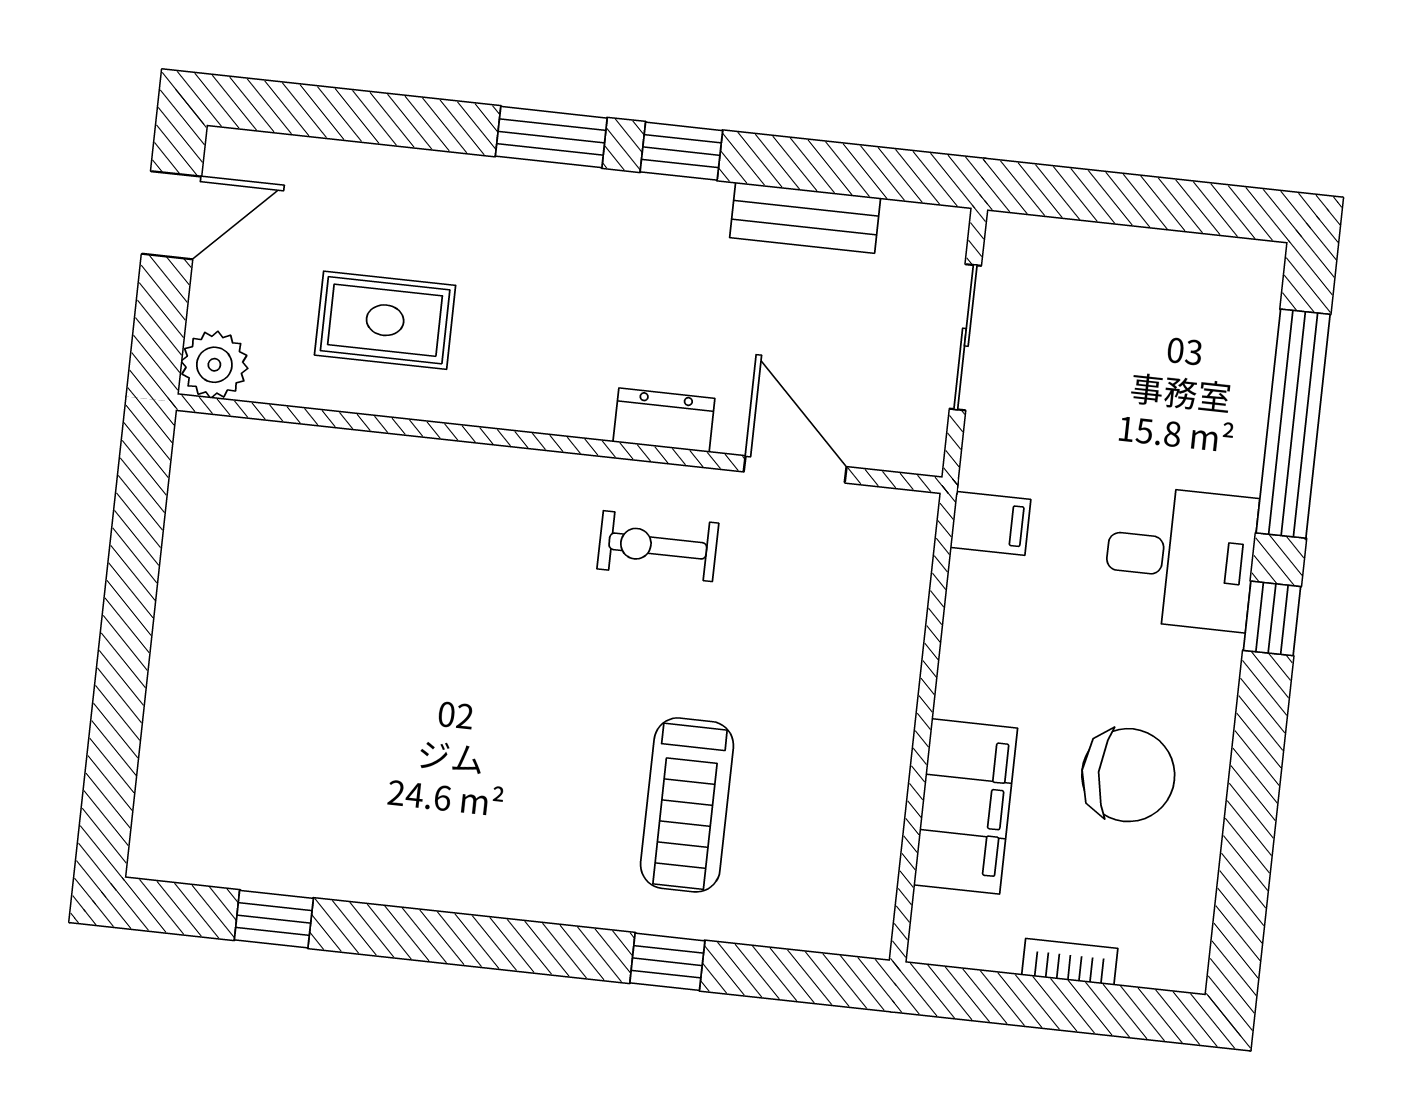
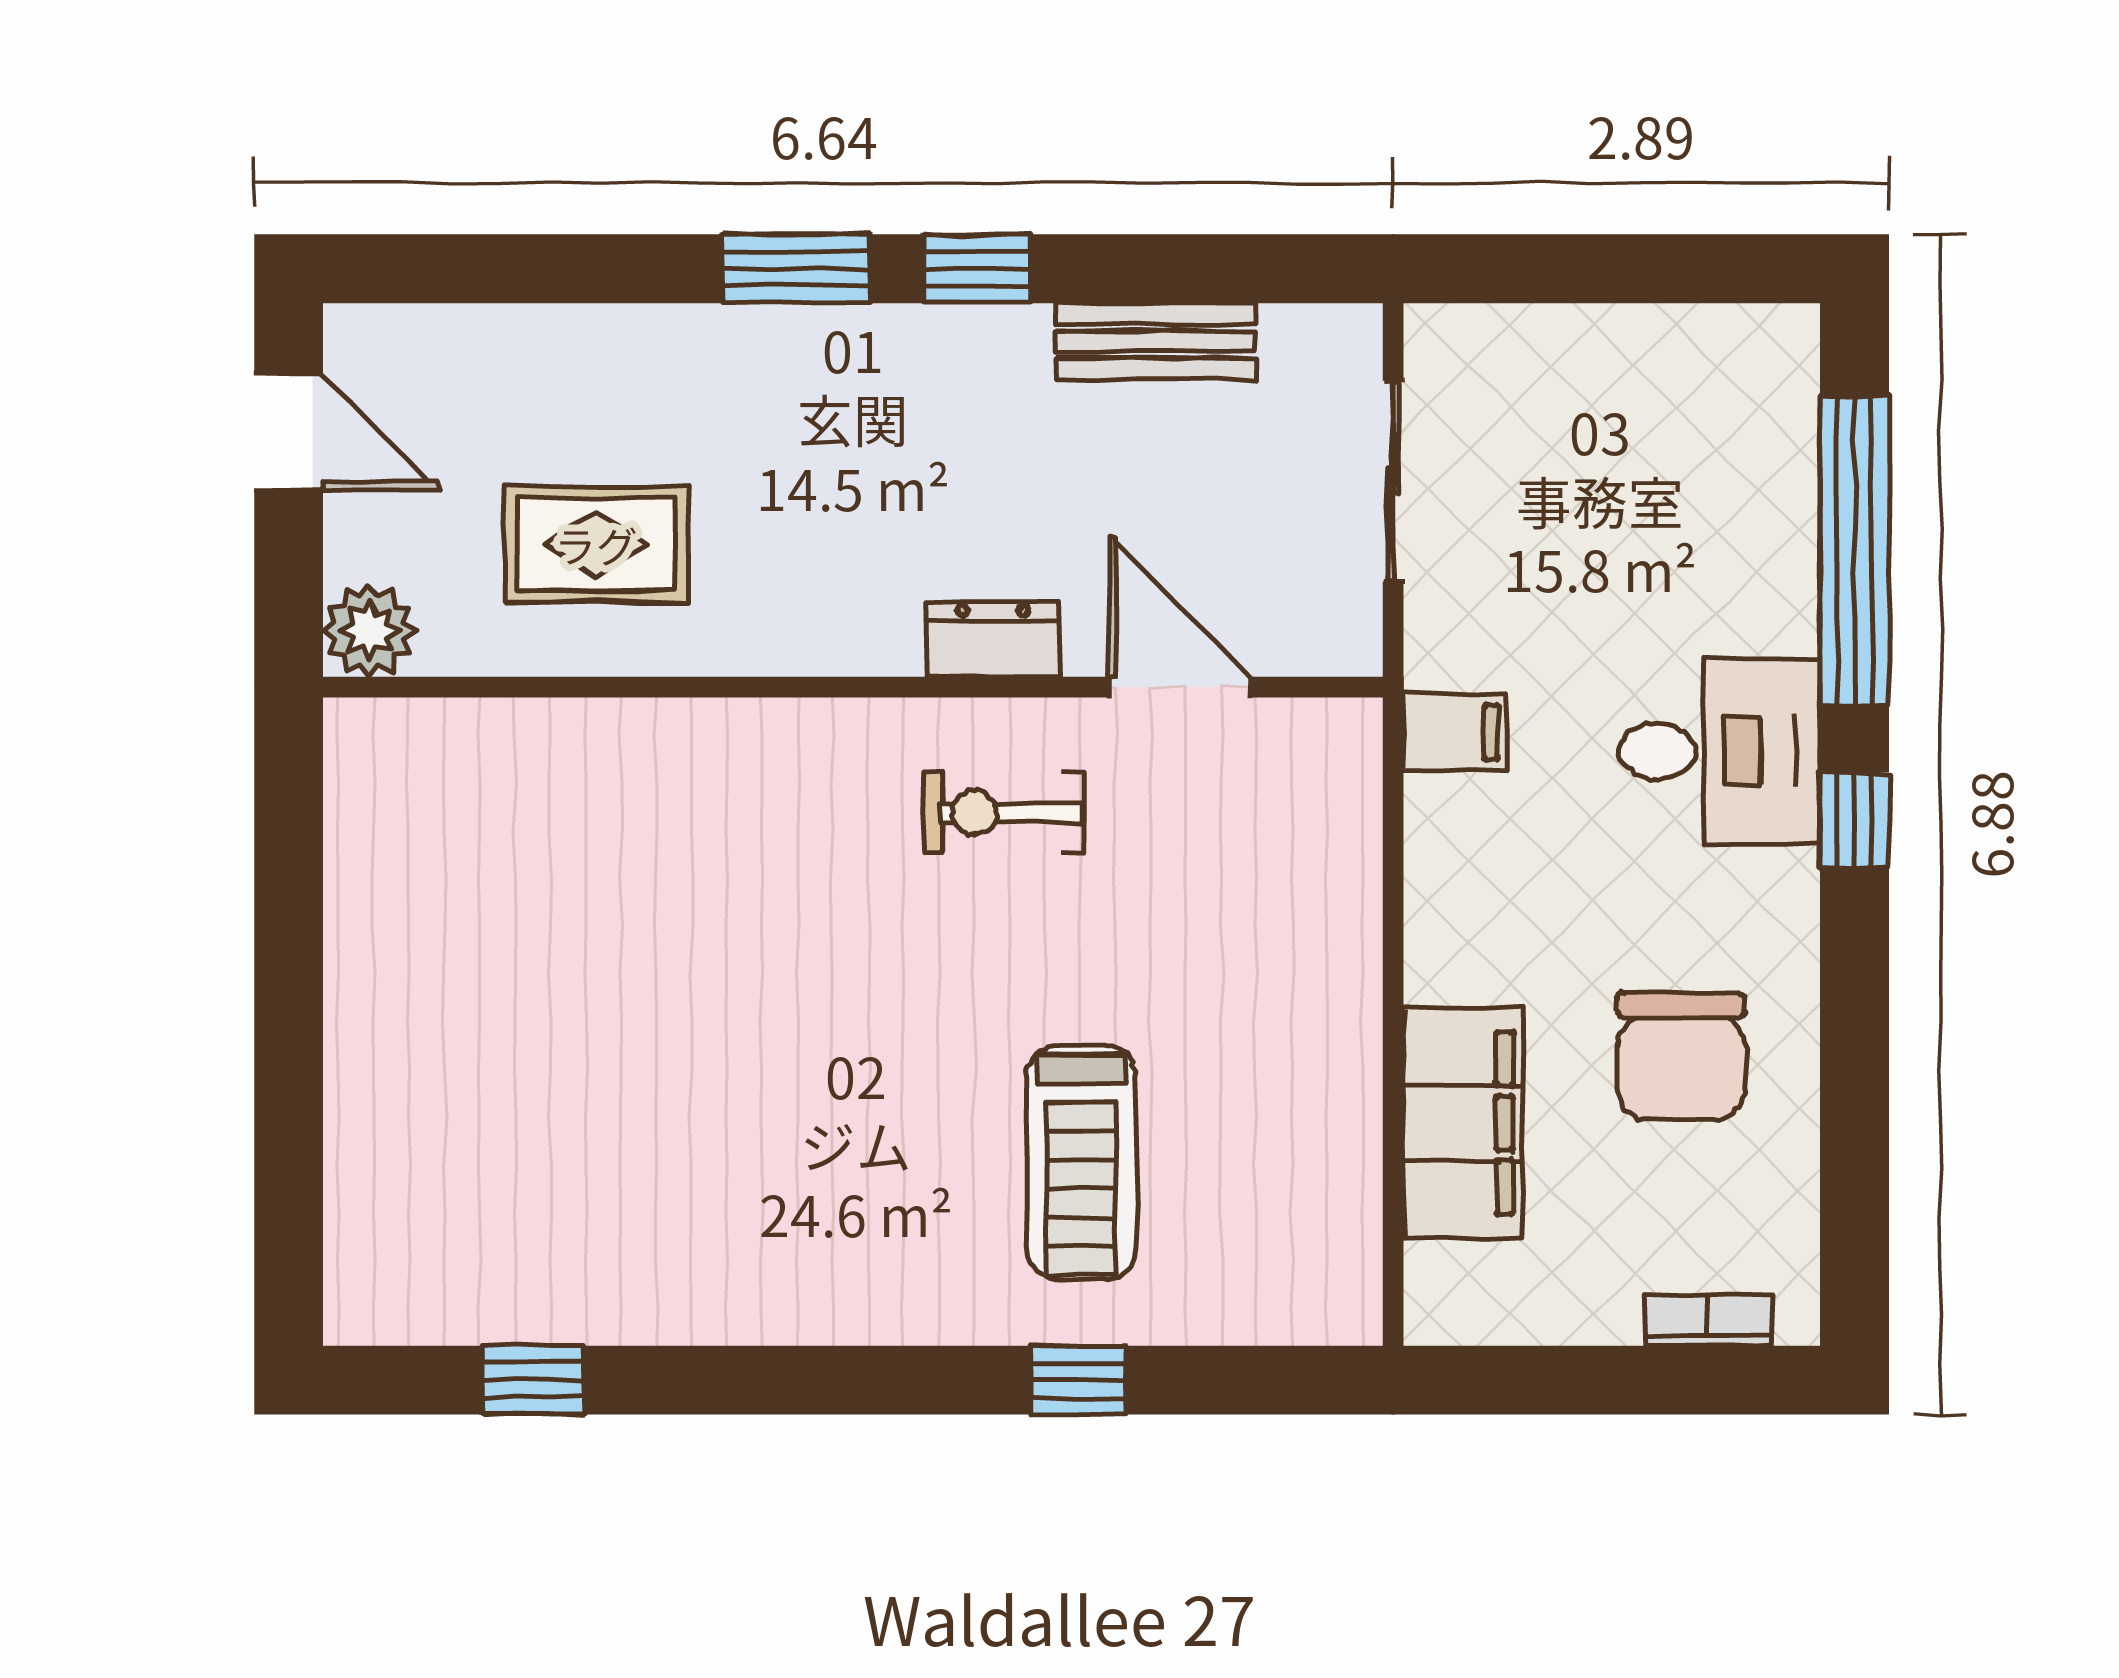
door: (172, 215) -> (289, 432), hinge flipped
chair: (1128, 775) -> (1681, 1056), turned 90
bookcase: (1070, 962) -> (1708, 1320), moved

